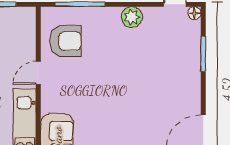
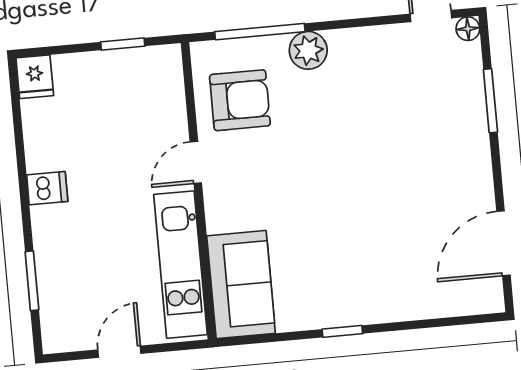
plant: (132, 17) -> (308, 50), moved

